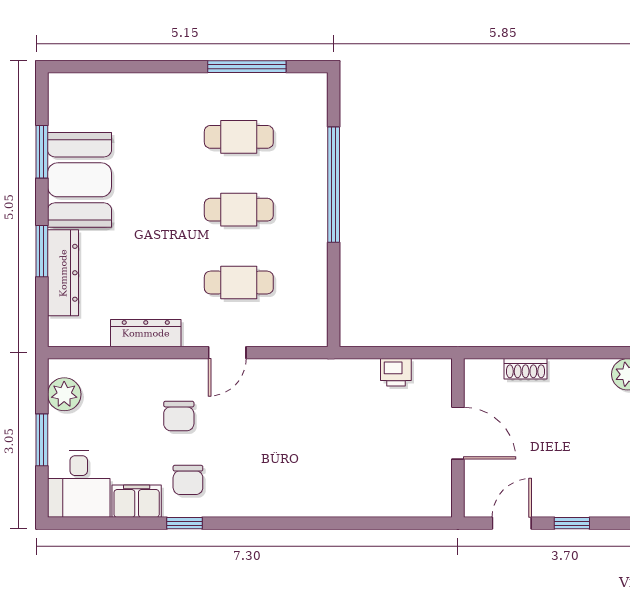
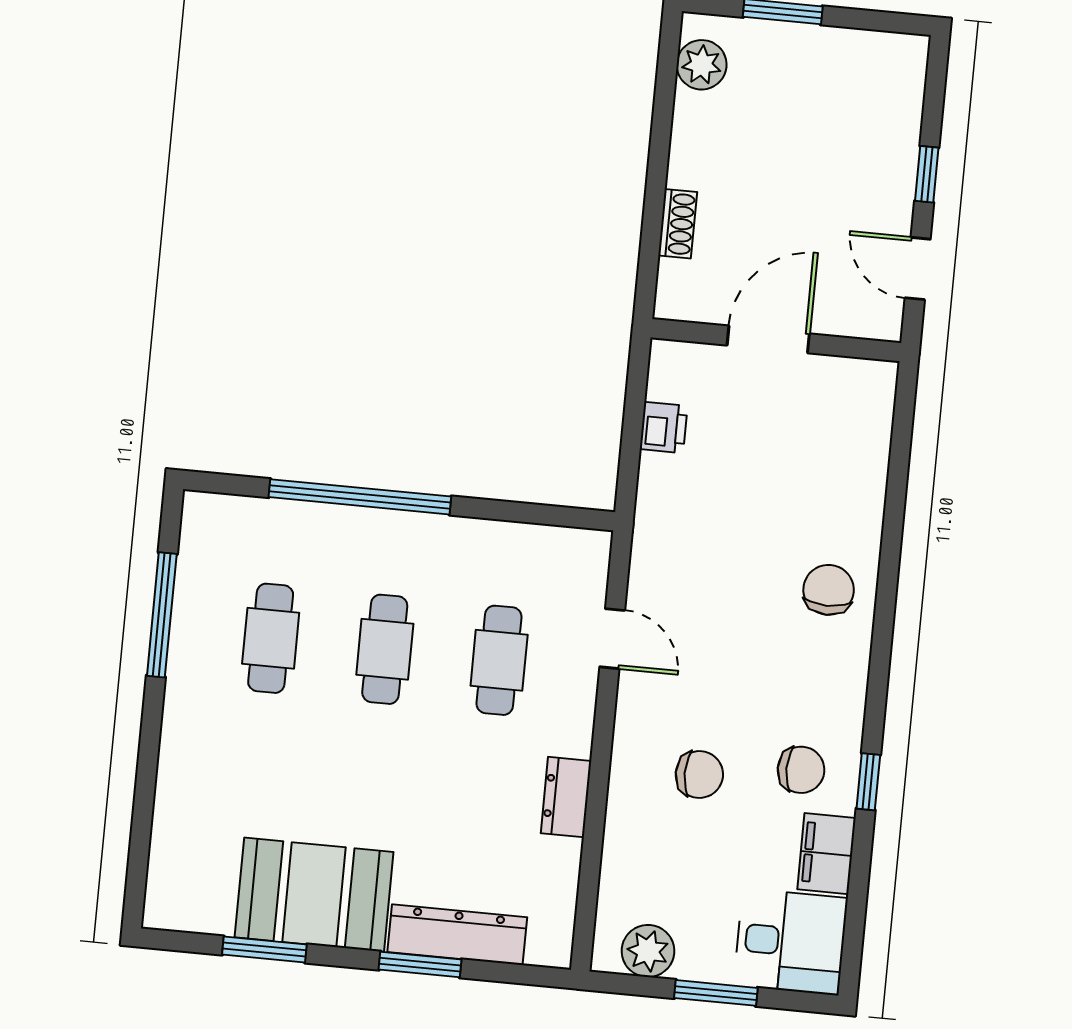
dresser: (146, 333) -> (566, 797), width x0.70
door: (227, 353) -> (612, 639), moved
chair: (303, 486) -> (829, 590), added

